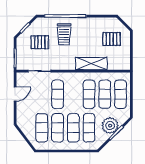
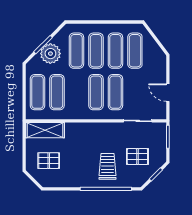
shelving: (91, 64) -> (45, 130), moved
door: (15, 94) -> (168, 93), hinge flipped
exercise mat: (89, 94) -> (96, 92), moved

